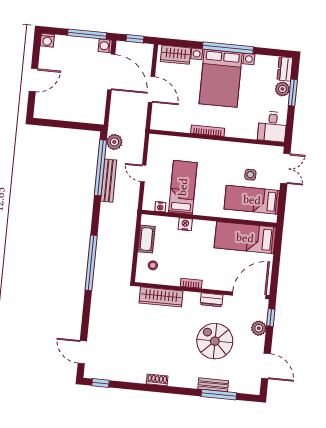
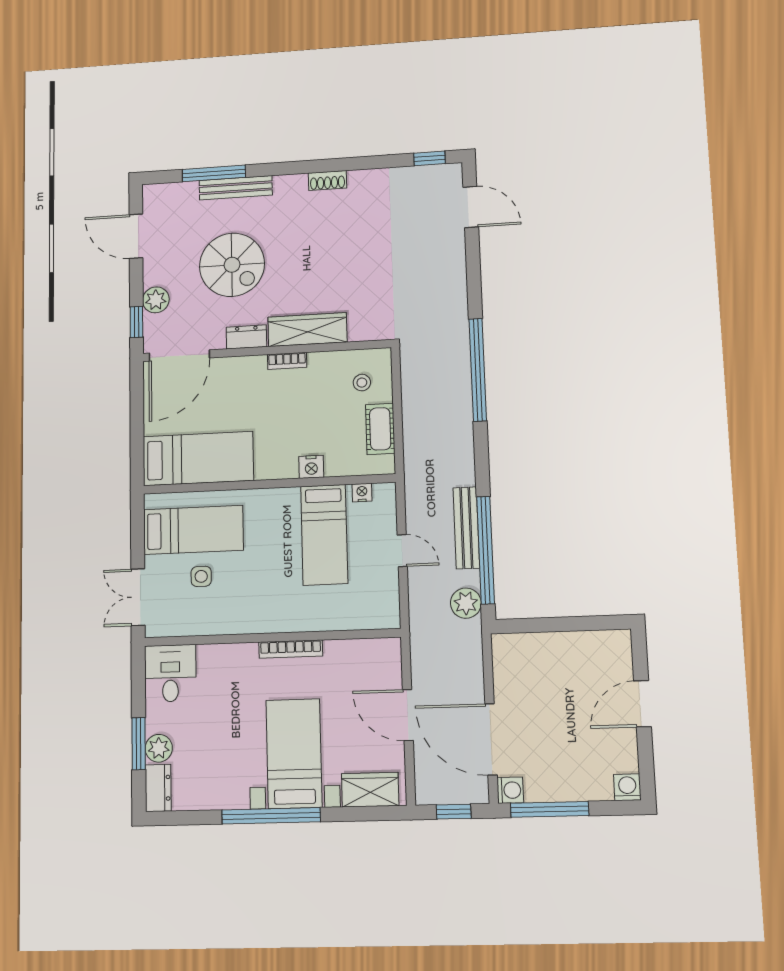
bed with nightstands: (221, 78) -> (294, 754), width x0.73
wardrobe: (161, 297) -> (307, 330), moved
bench: (213, 385) -> (236, 188), width x1.36

